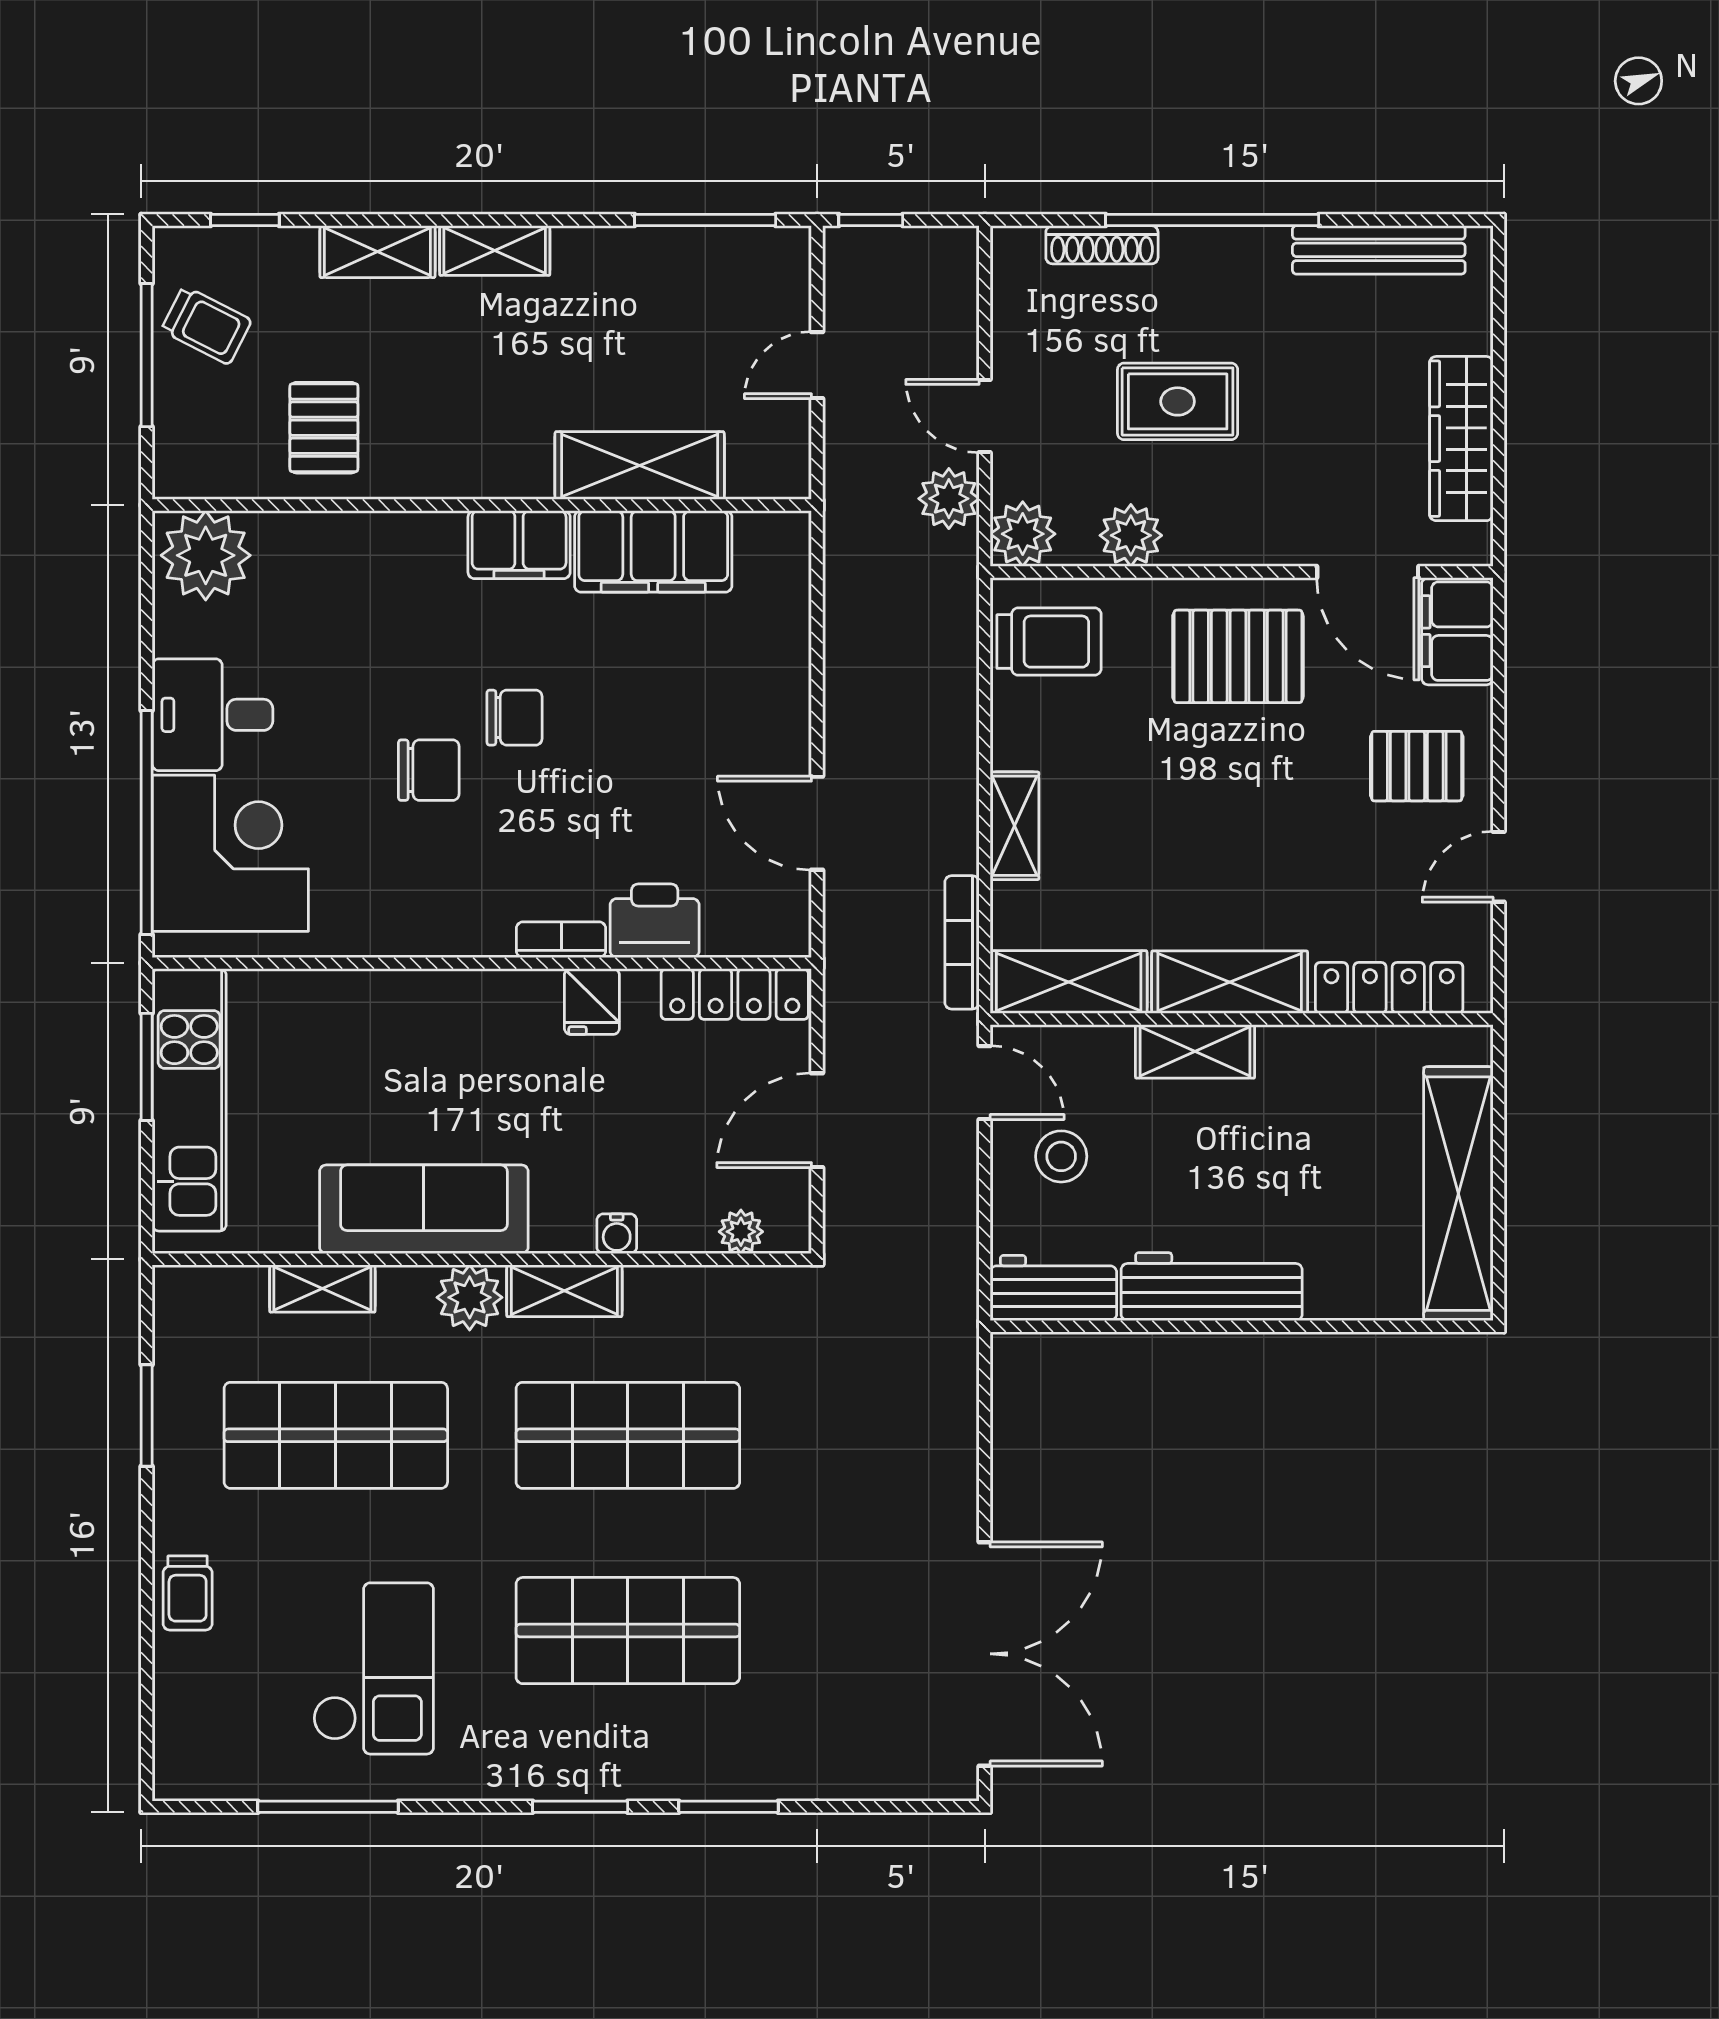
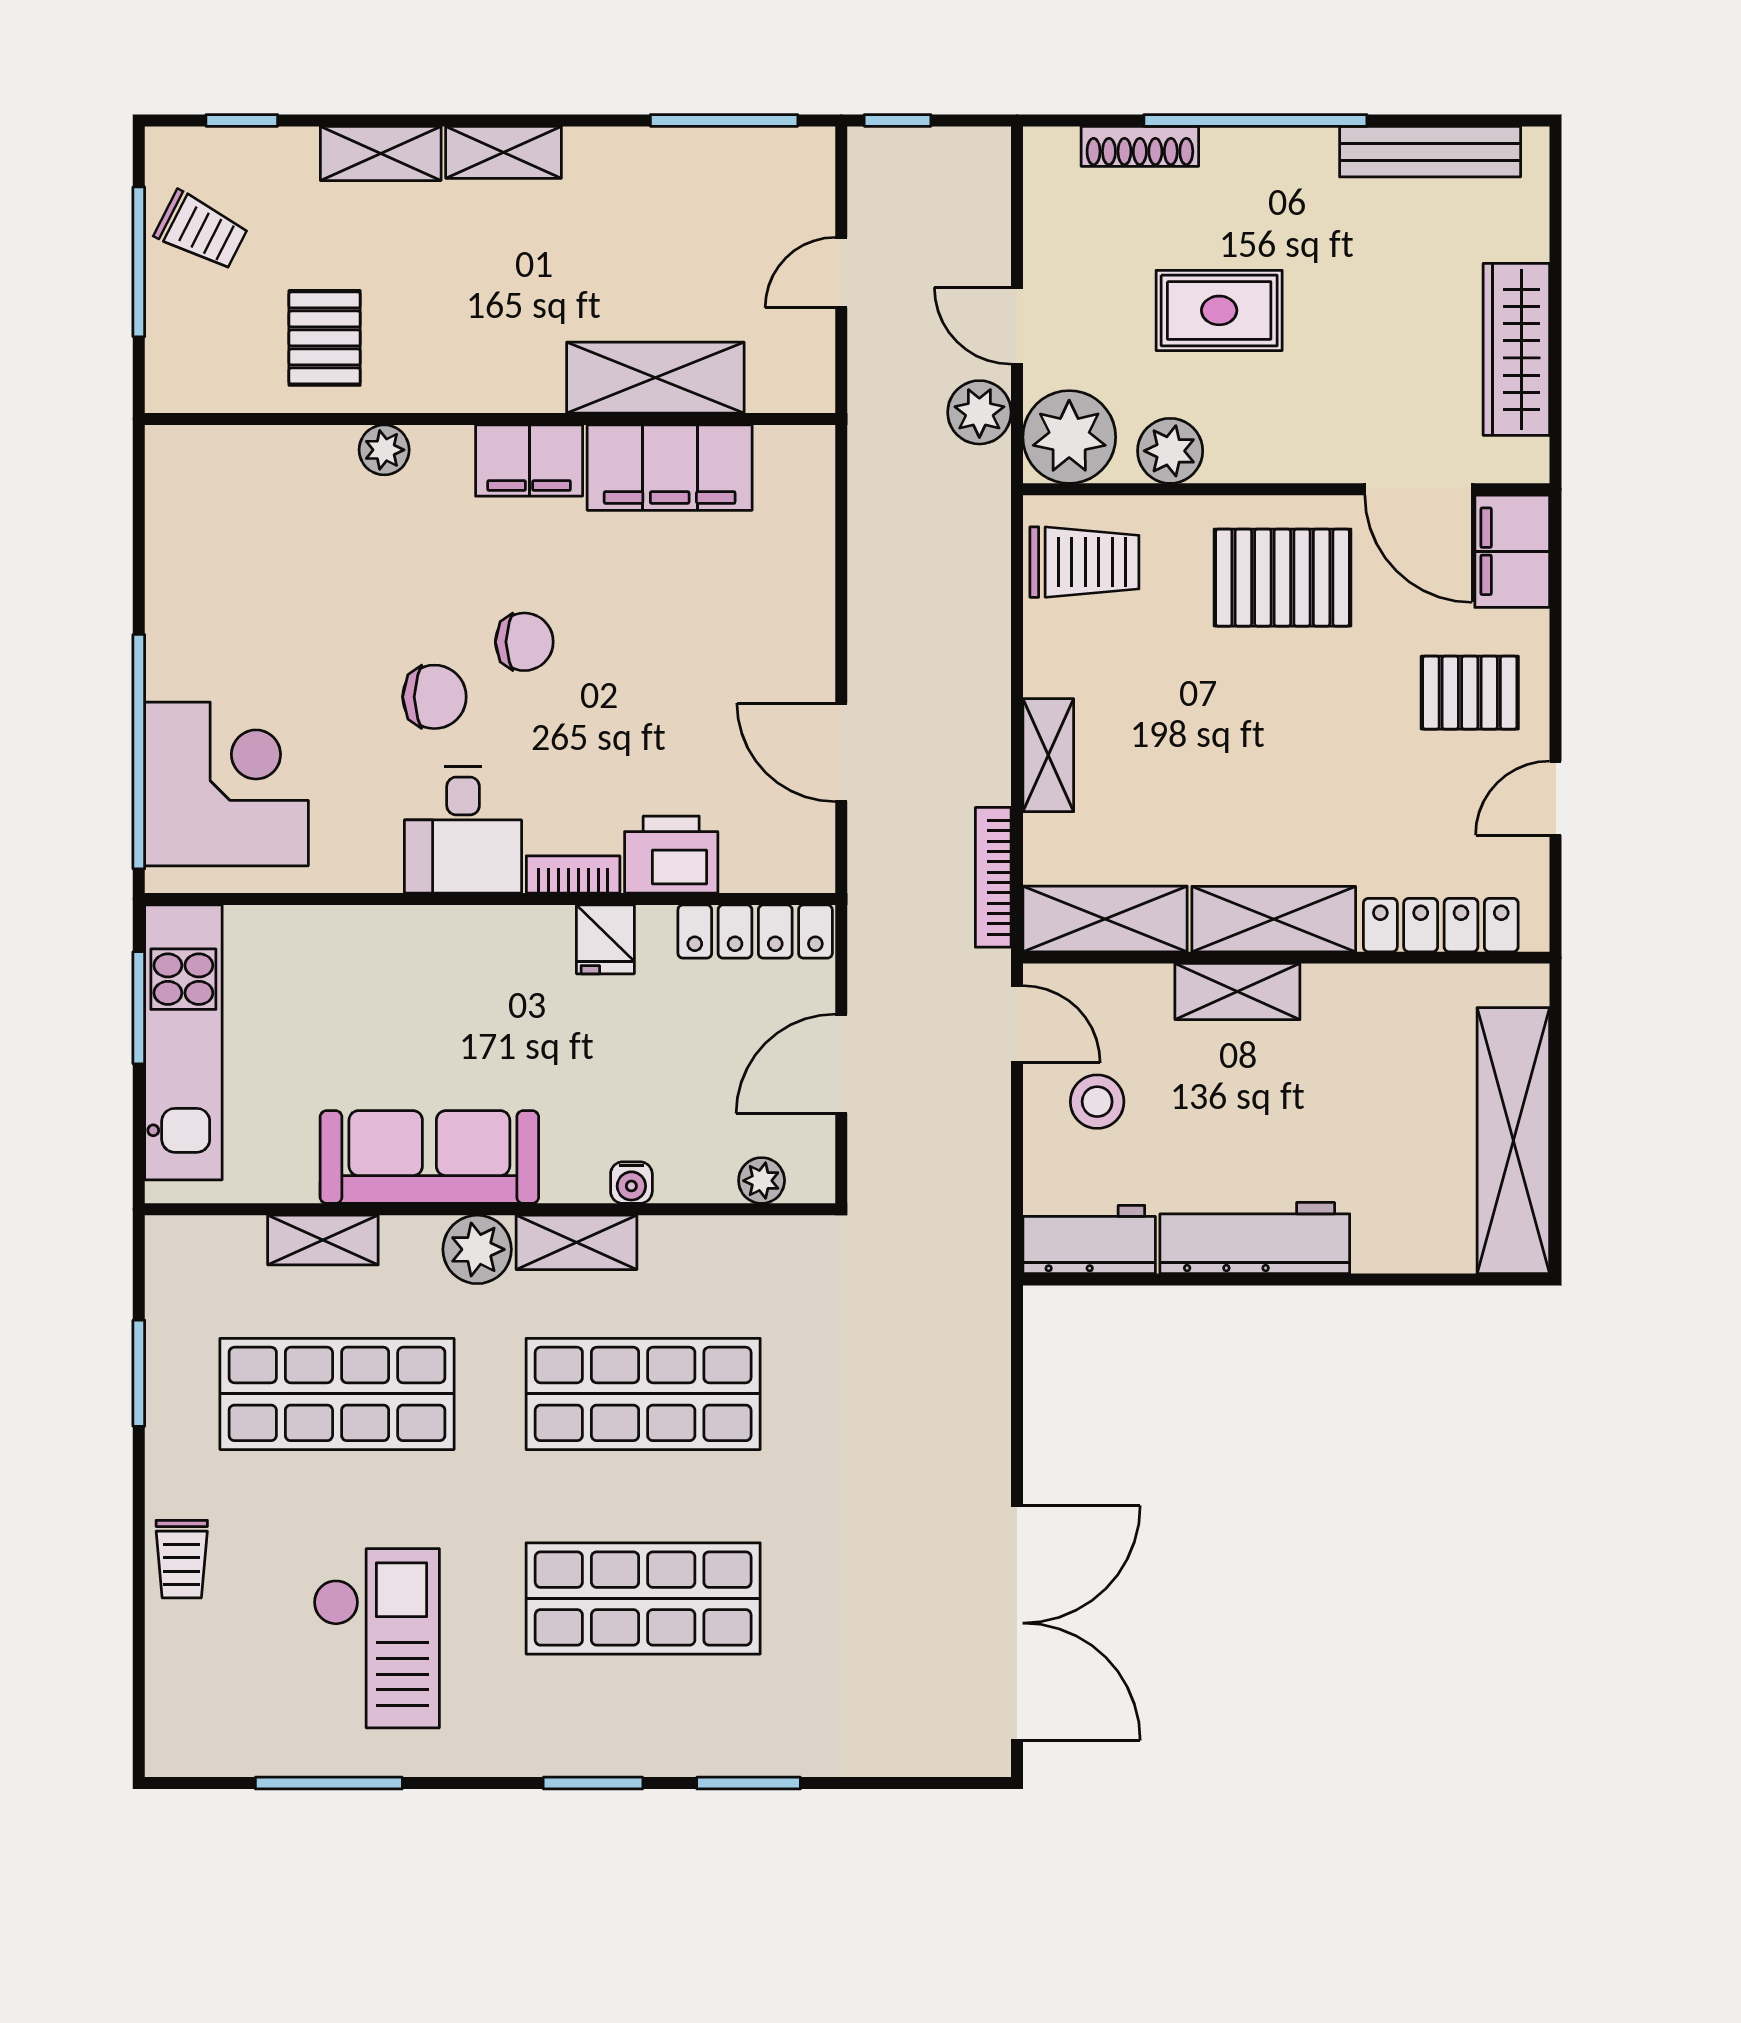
plant: (1023, 534) -> (1069, 437), width x1.36, depth x1.36
plant: (206, 555) -> (384, 450), moved, width x0.53, depth x0.53
desk: (212, 715) -> (463, 830), moved, turned -90

